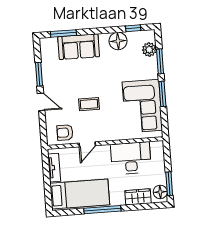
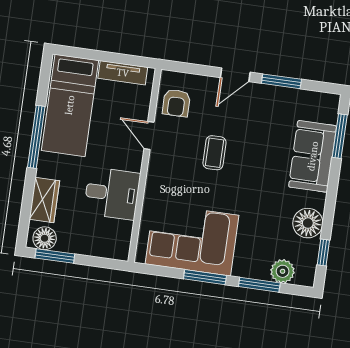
armchair: (65, 133) -> (176, 103), turned 180
desk: (131, 158) -> (112, 193), width x0.73

